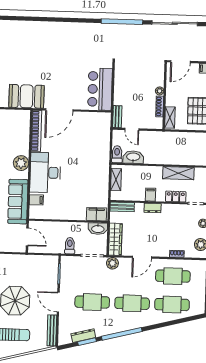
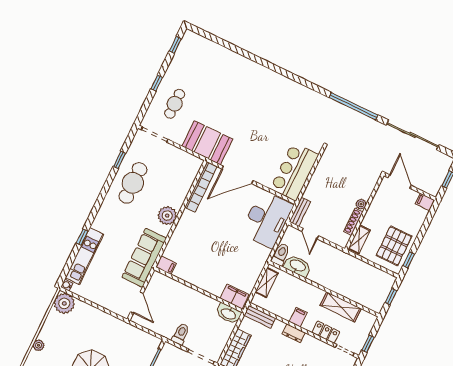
door: (180, 62) -> (400, 181), swing flipped
desk: (45, 173) -> (267, 219), moved, turned 180
filing cabinet: (97, 214) -> (234, 296), moved
wall: (68, 221) -> (199, 290), moved
washbasin: (98, 229) -> (229, 314), moved

